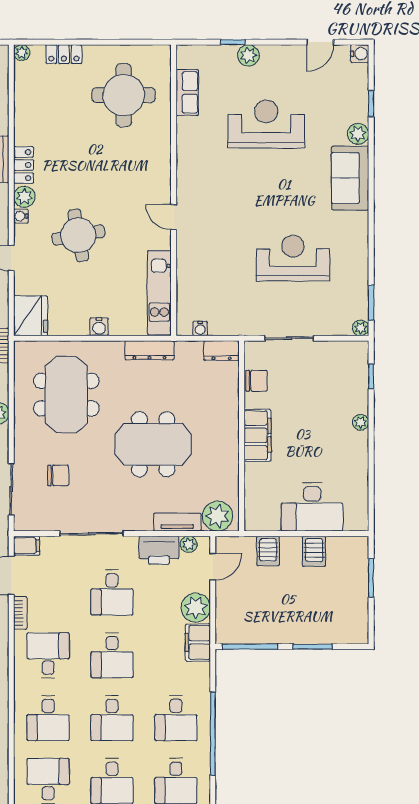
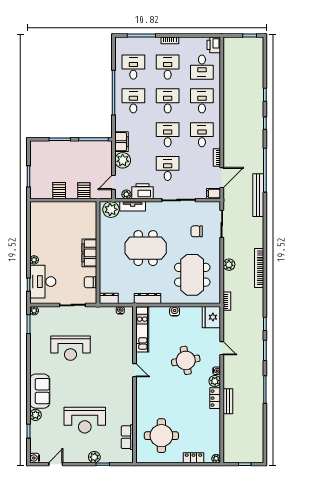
desk: (312, 507) -> (43, 282), moved, turned -90
desk: (48, 655) -> (202, 135), turned 180

